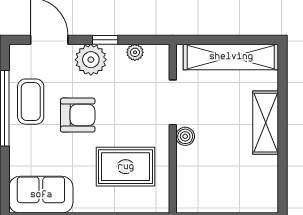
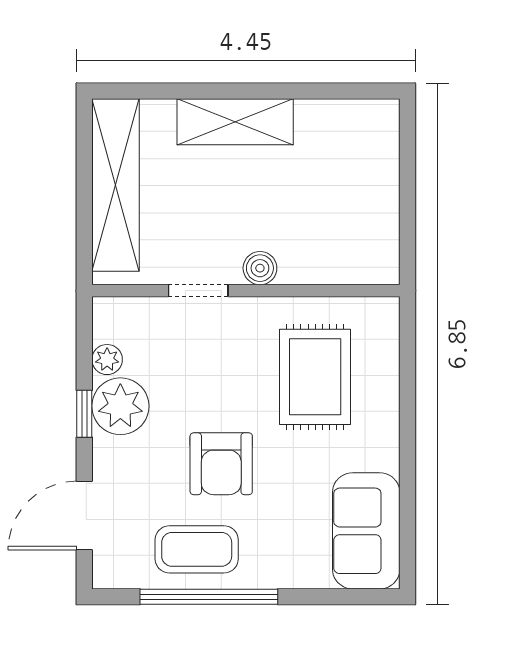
plant: (91, 60) -> (120, 406), moved
doorway: (173, 102) -> (198, 291), width x0.73
armchair: (78, 115) -> (221, 464), turned 180

